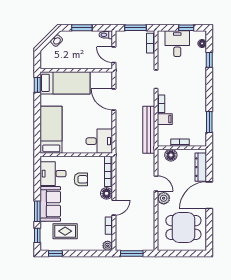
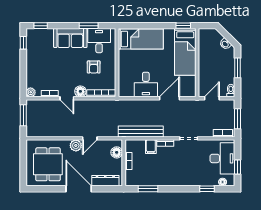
desk: (177, 44) -> (222, 158), width x1.37
desk: (99, 141) -> (146, 85), moved
window: (37, 211) -> (89, 26), moved
rug: (65, 231) -> (45, 52), removed

